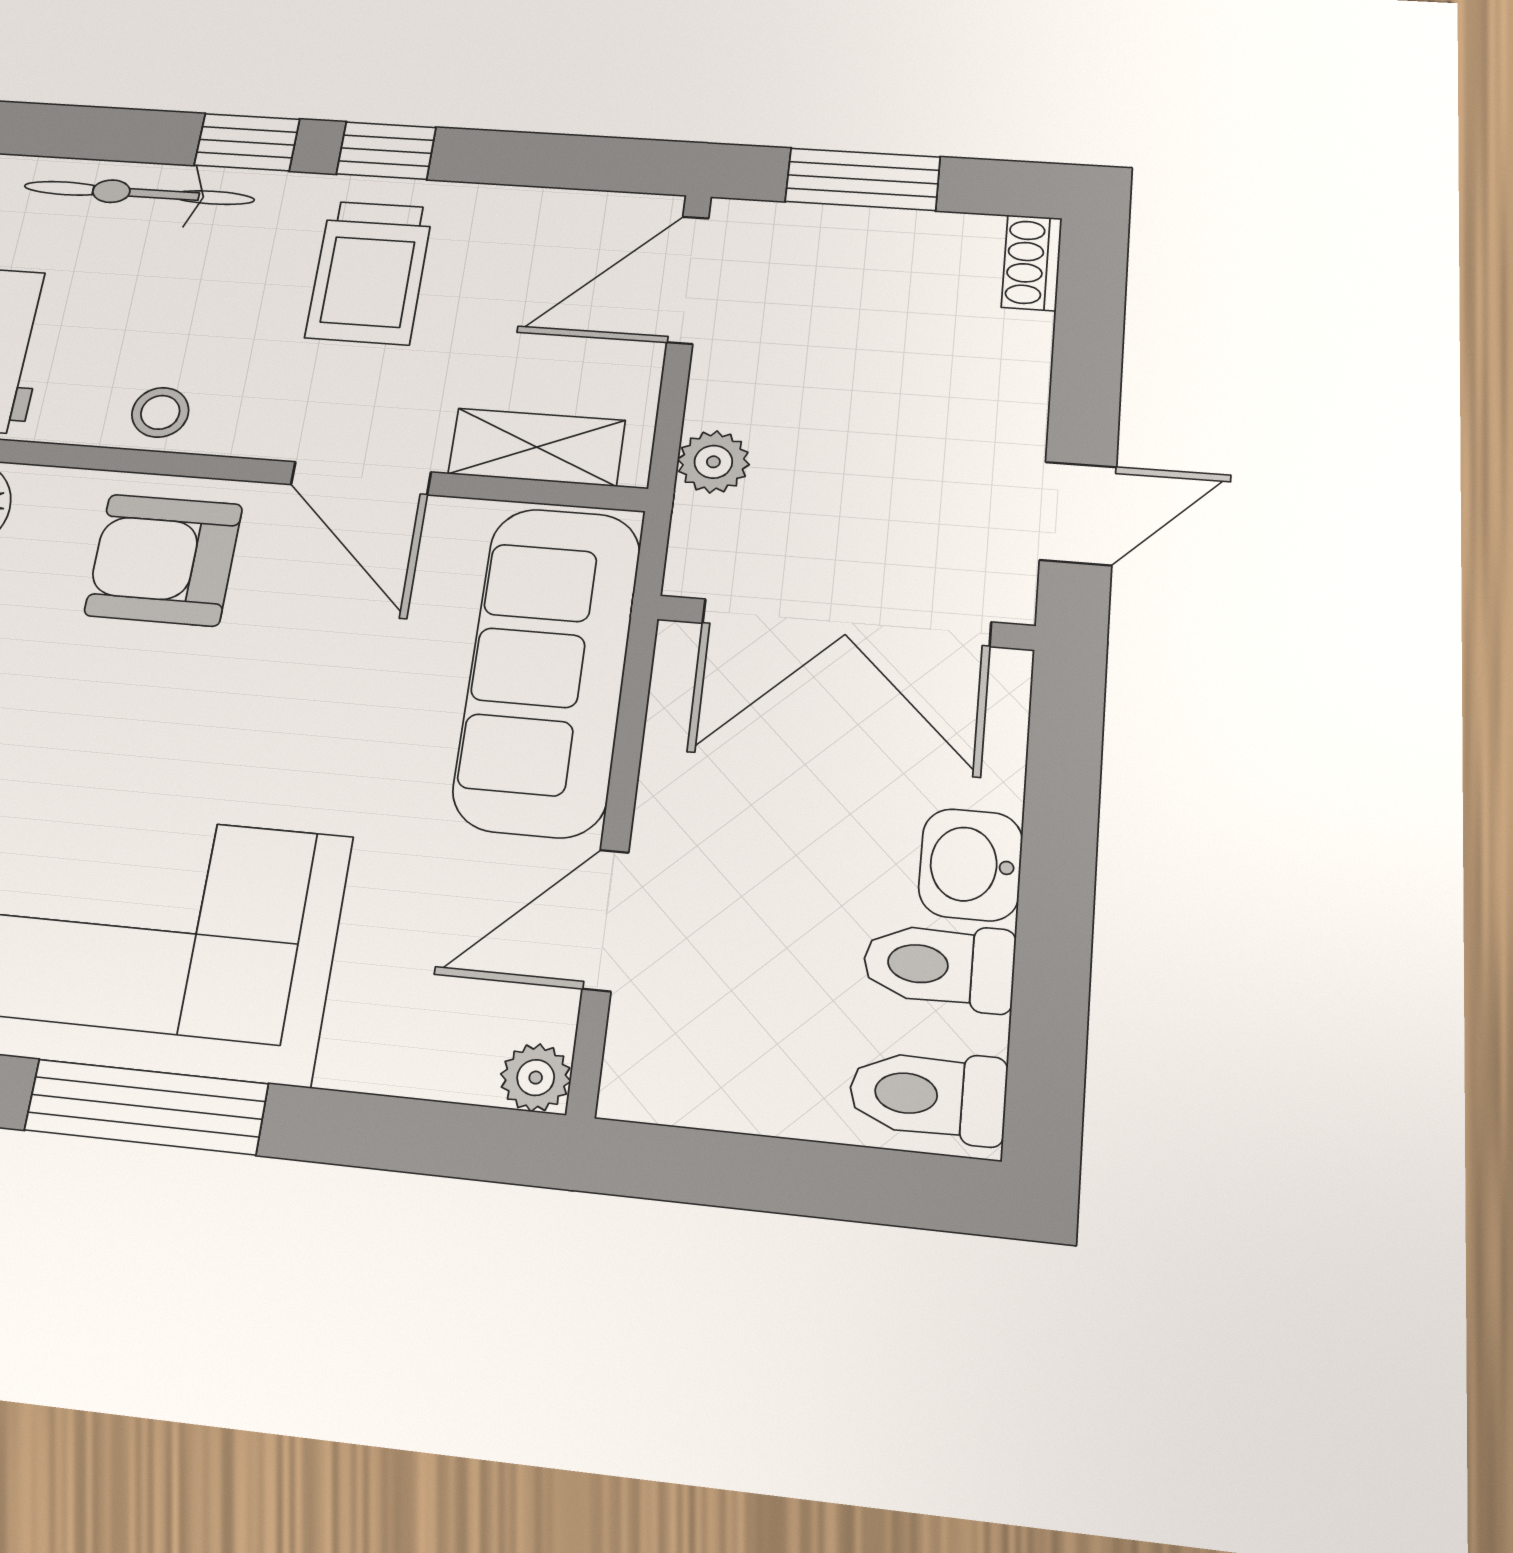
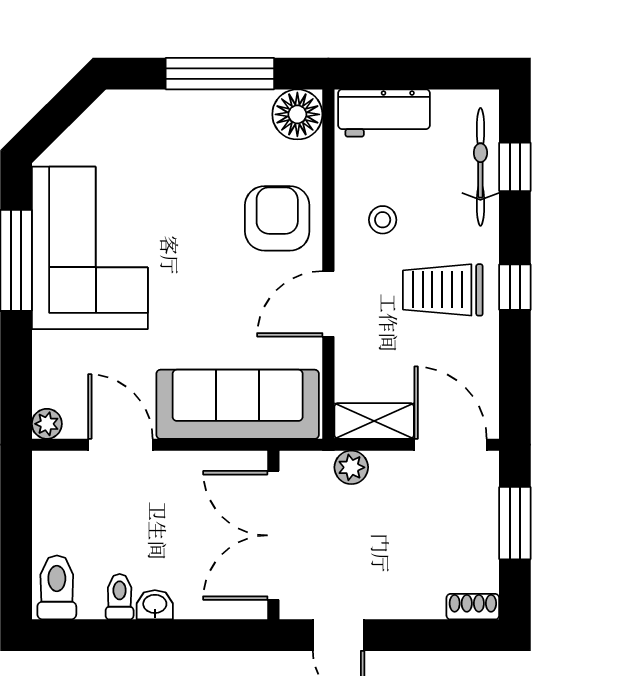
window: (247, 142) -> (515, 167), moved
stool: (160, 412) -> (383, 220), moved
shelving: (537, 447) -> (374, 421), moved, turned 90
washbasin: (971, 865) -> (155, 605), width x0.72, depth x0.69
toilet: (939, 966) -> (120, 597), width x0.73, depth x0.72

